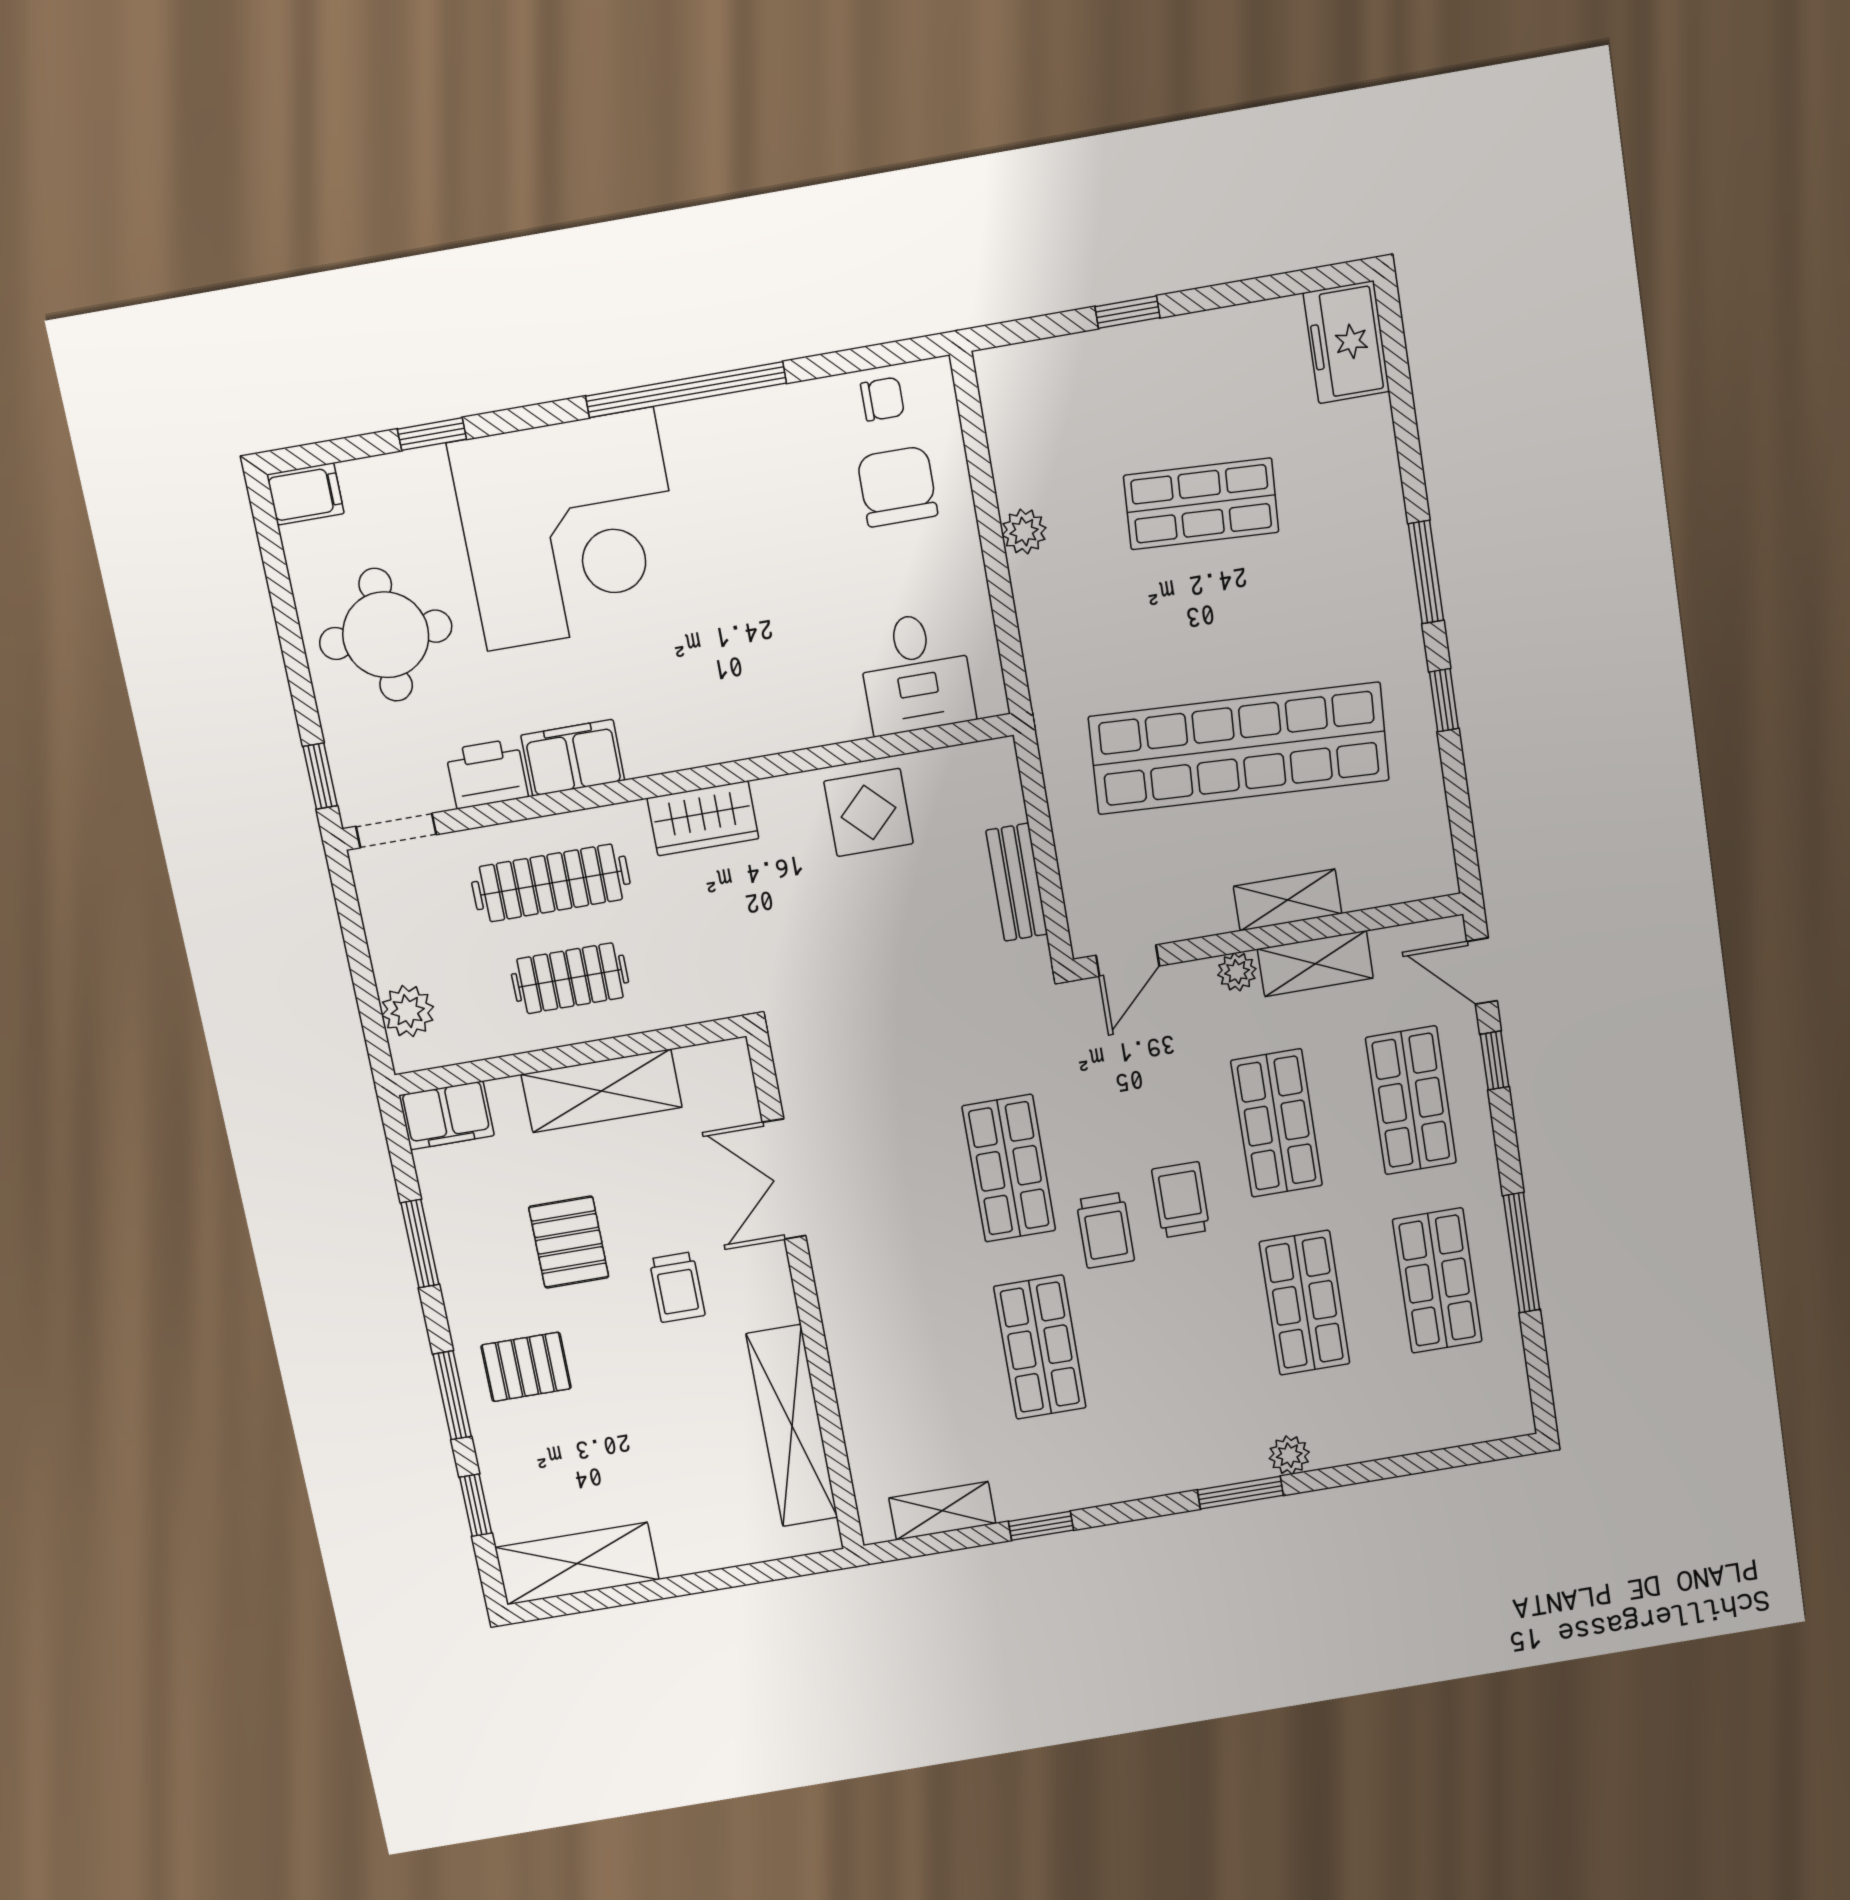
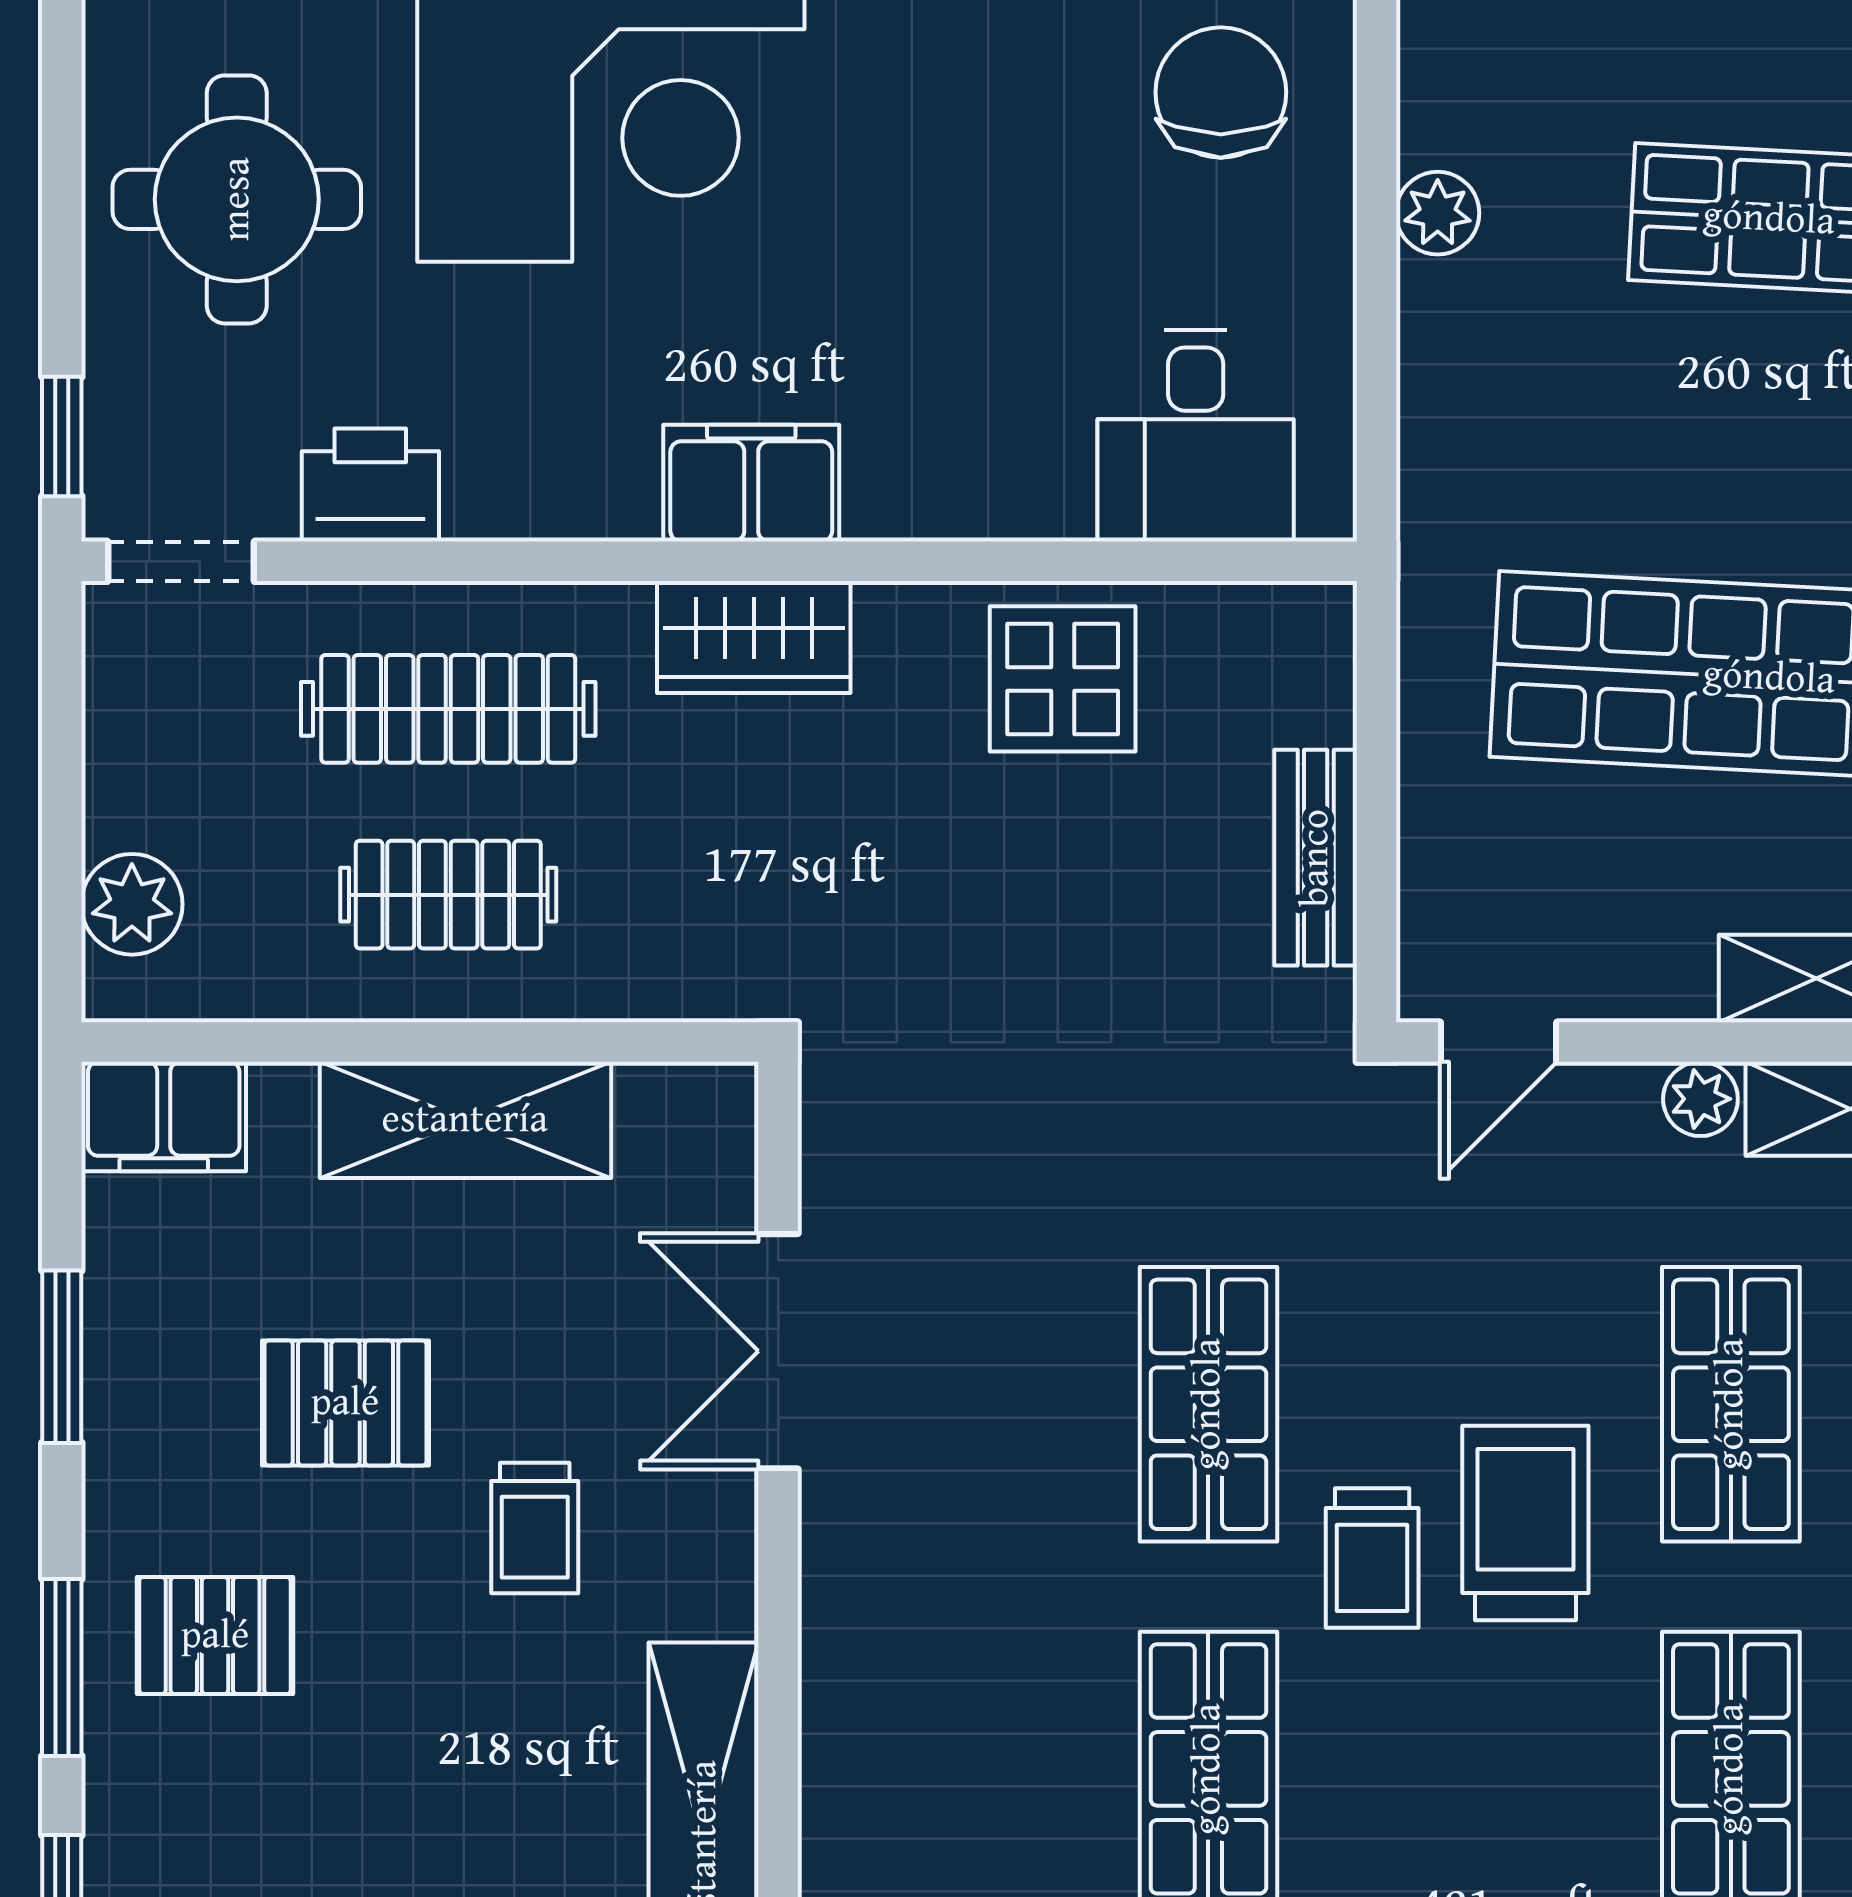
filing cabinet: (573, 758) -> (751, 483), moved
trolley: (1181, 1200) -> (1525, 1523), width x1.36, depth x1.39
pallet: (569, 1242) -> (345, 1403), turned 90

